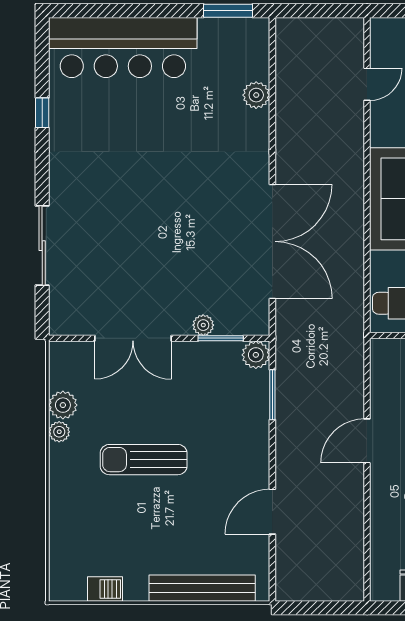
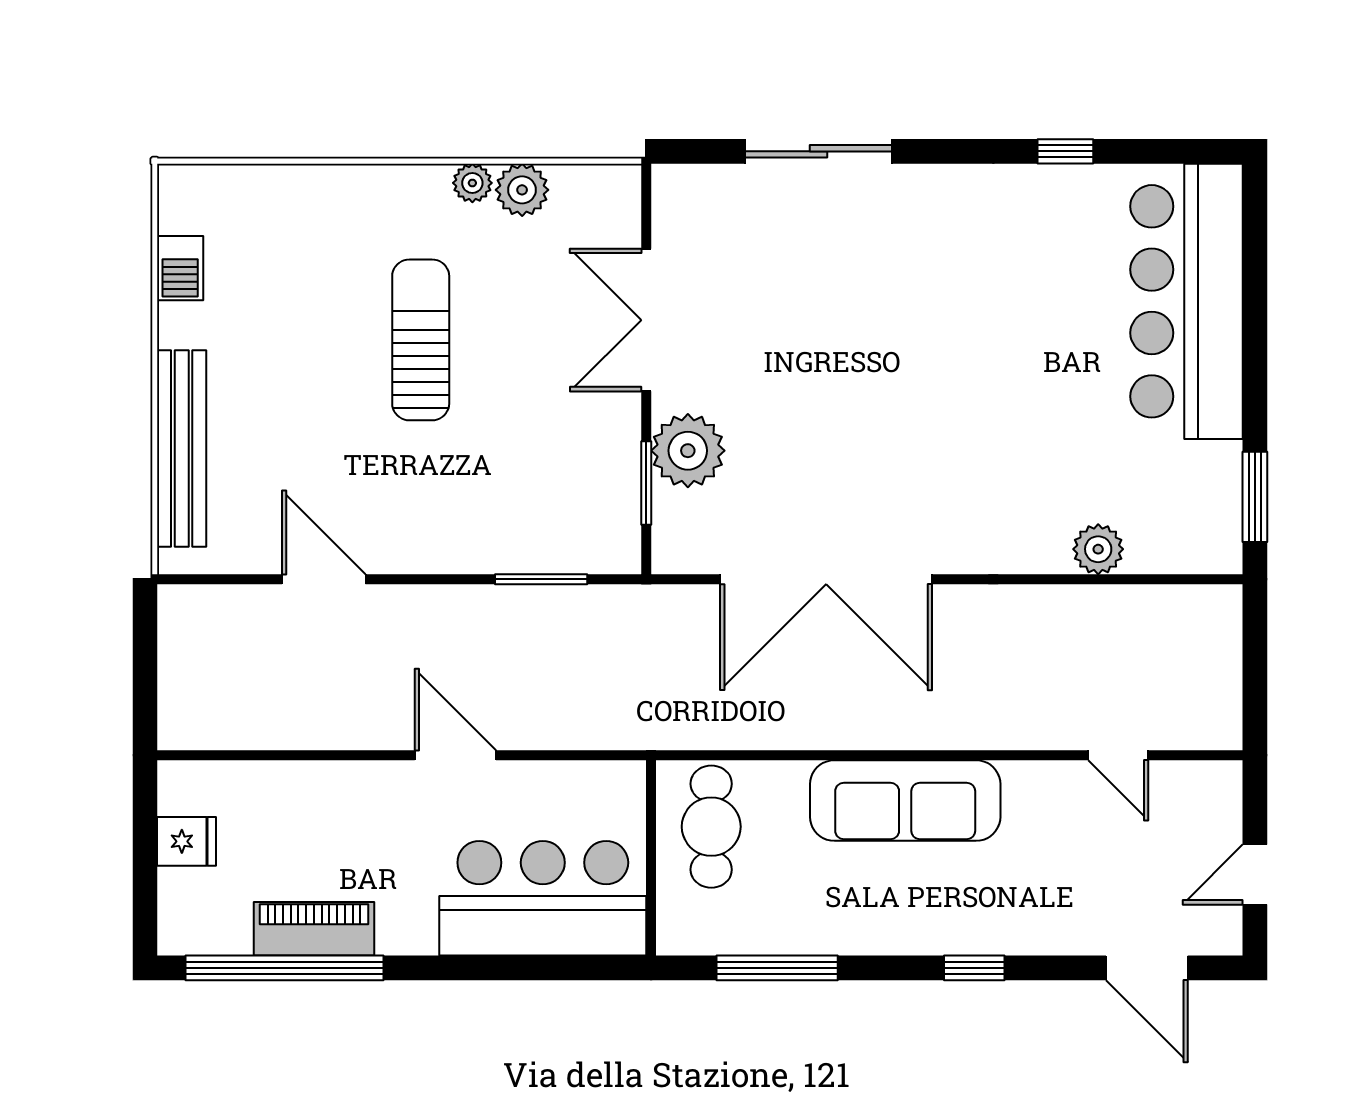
plant: (203, 325) -> (688, 451), width x1.88, depth x1.88
plant: (256, 355) -> (615, 548), removed

